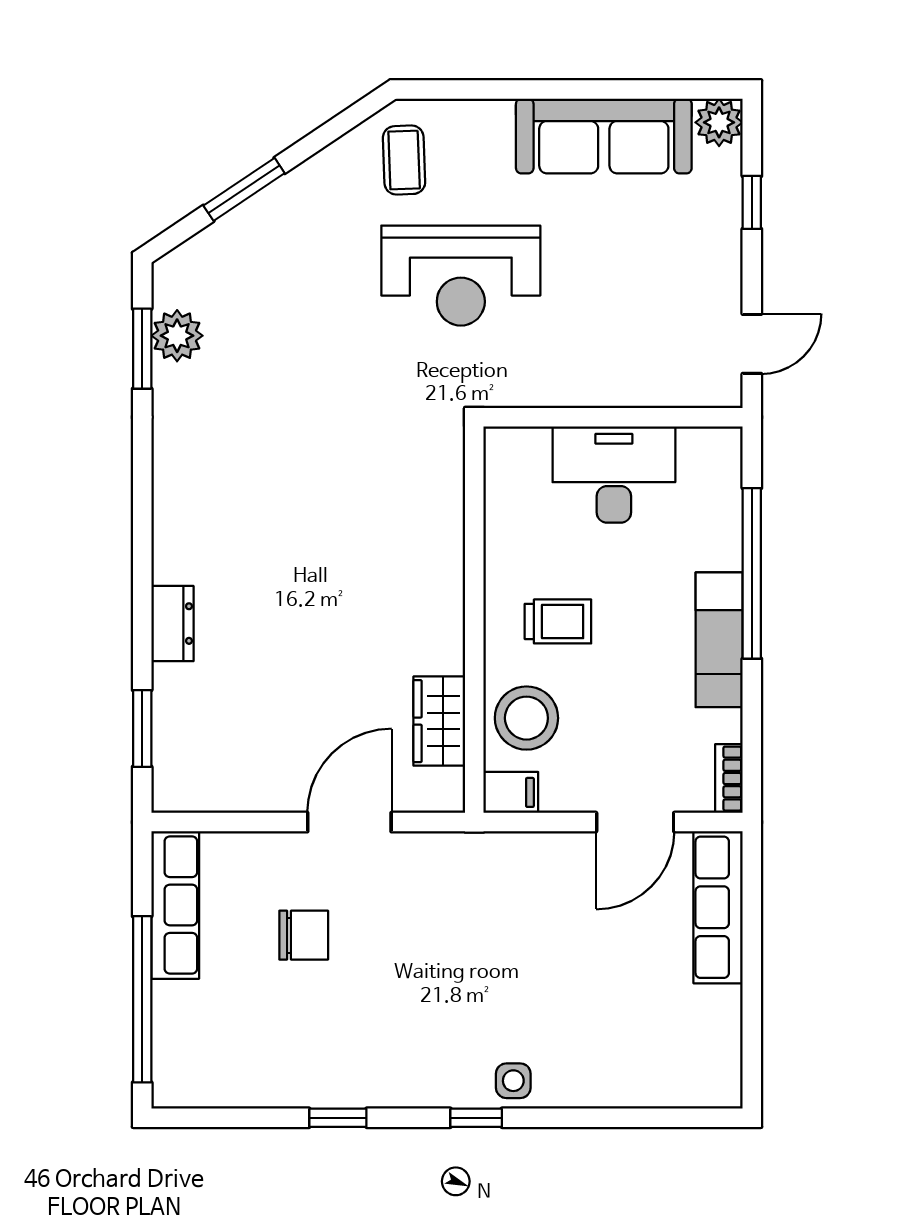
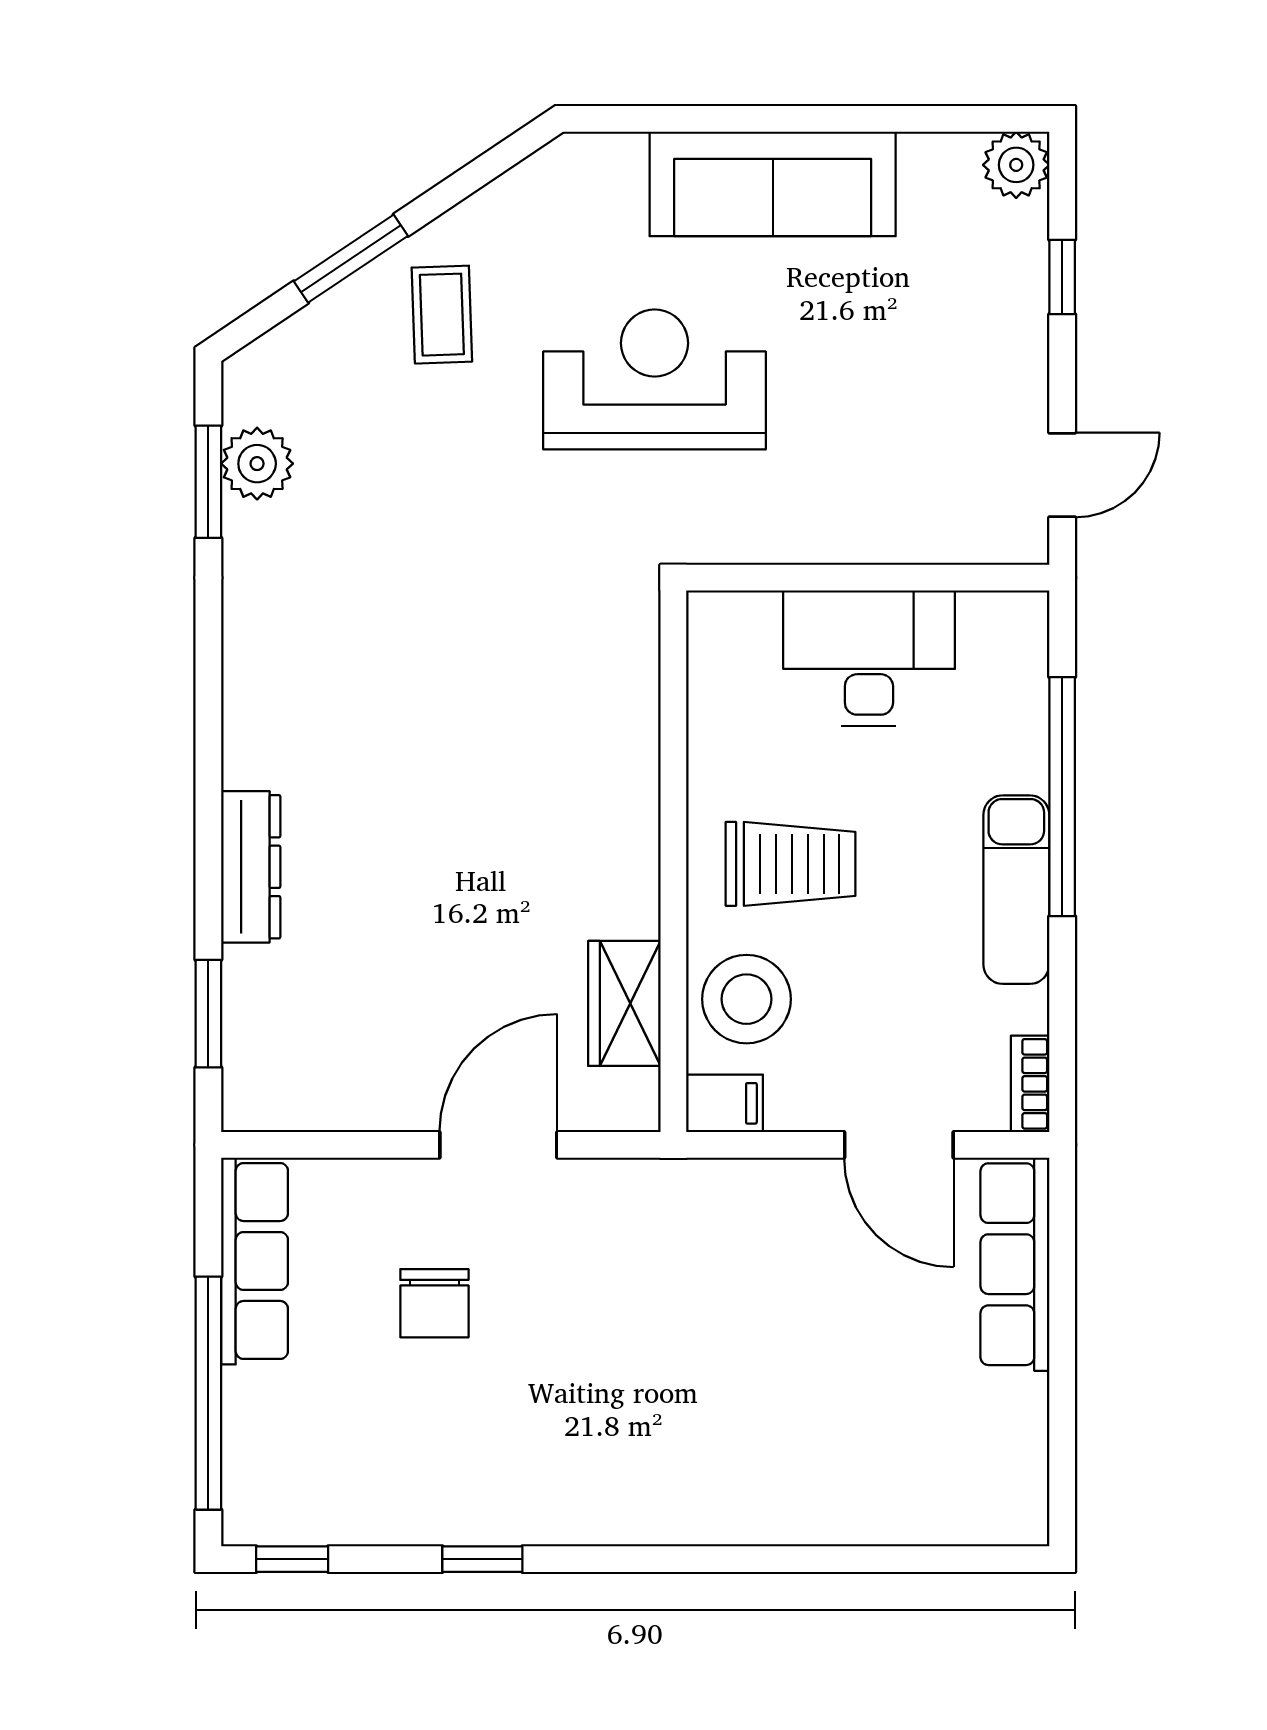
sofa: (604, 136) -> (773, 184), moved
coffee table: (404, 160) -> (442, 315), moved
reception desk: (461, 276) -> (655, 379), turned 180
trolley: (558, 621) -> (791, 864), width x1.36, depth x1.39
dresser: (172, 624) -> (251, 867), width x1.44
door: (635, 822) -> (899, 1145), hinge flipped
chair: (304, 935) -> (434, 1303), turned 90
side table: (513, 1081) -> (728, 1507), removed
window: (476, 1118) -> (292, 1559), moved

